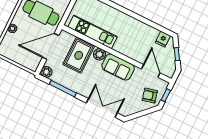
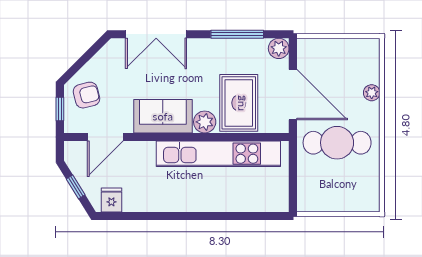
kitchen unit: (93, 32) -> (218, 154), width x1.36
door: (51, 46) -> (293, 95), hinge flipped
door: (151, 71) -> (105, 137), hinge flipped

